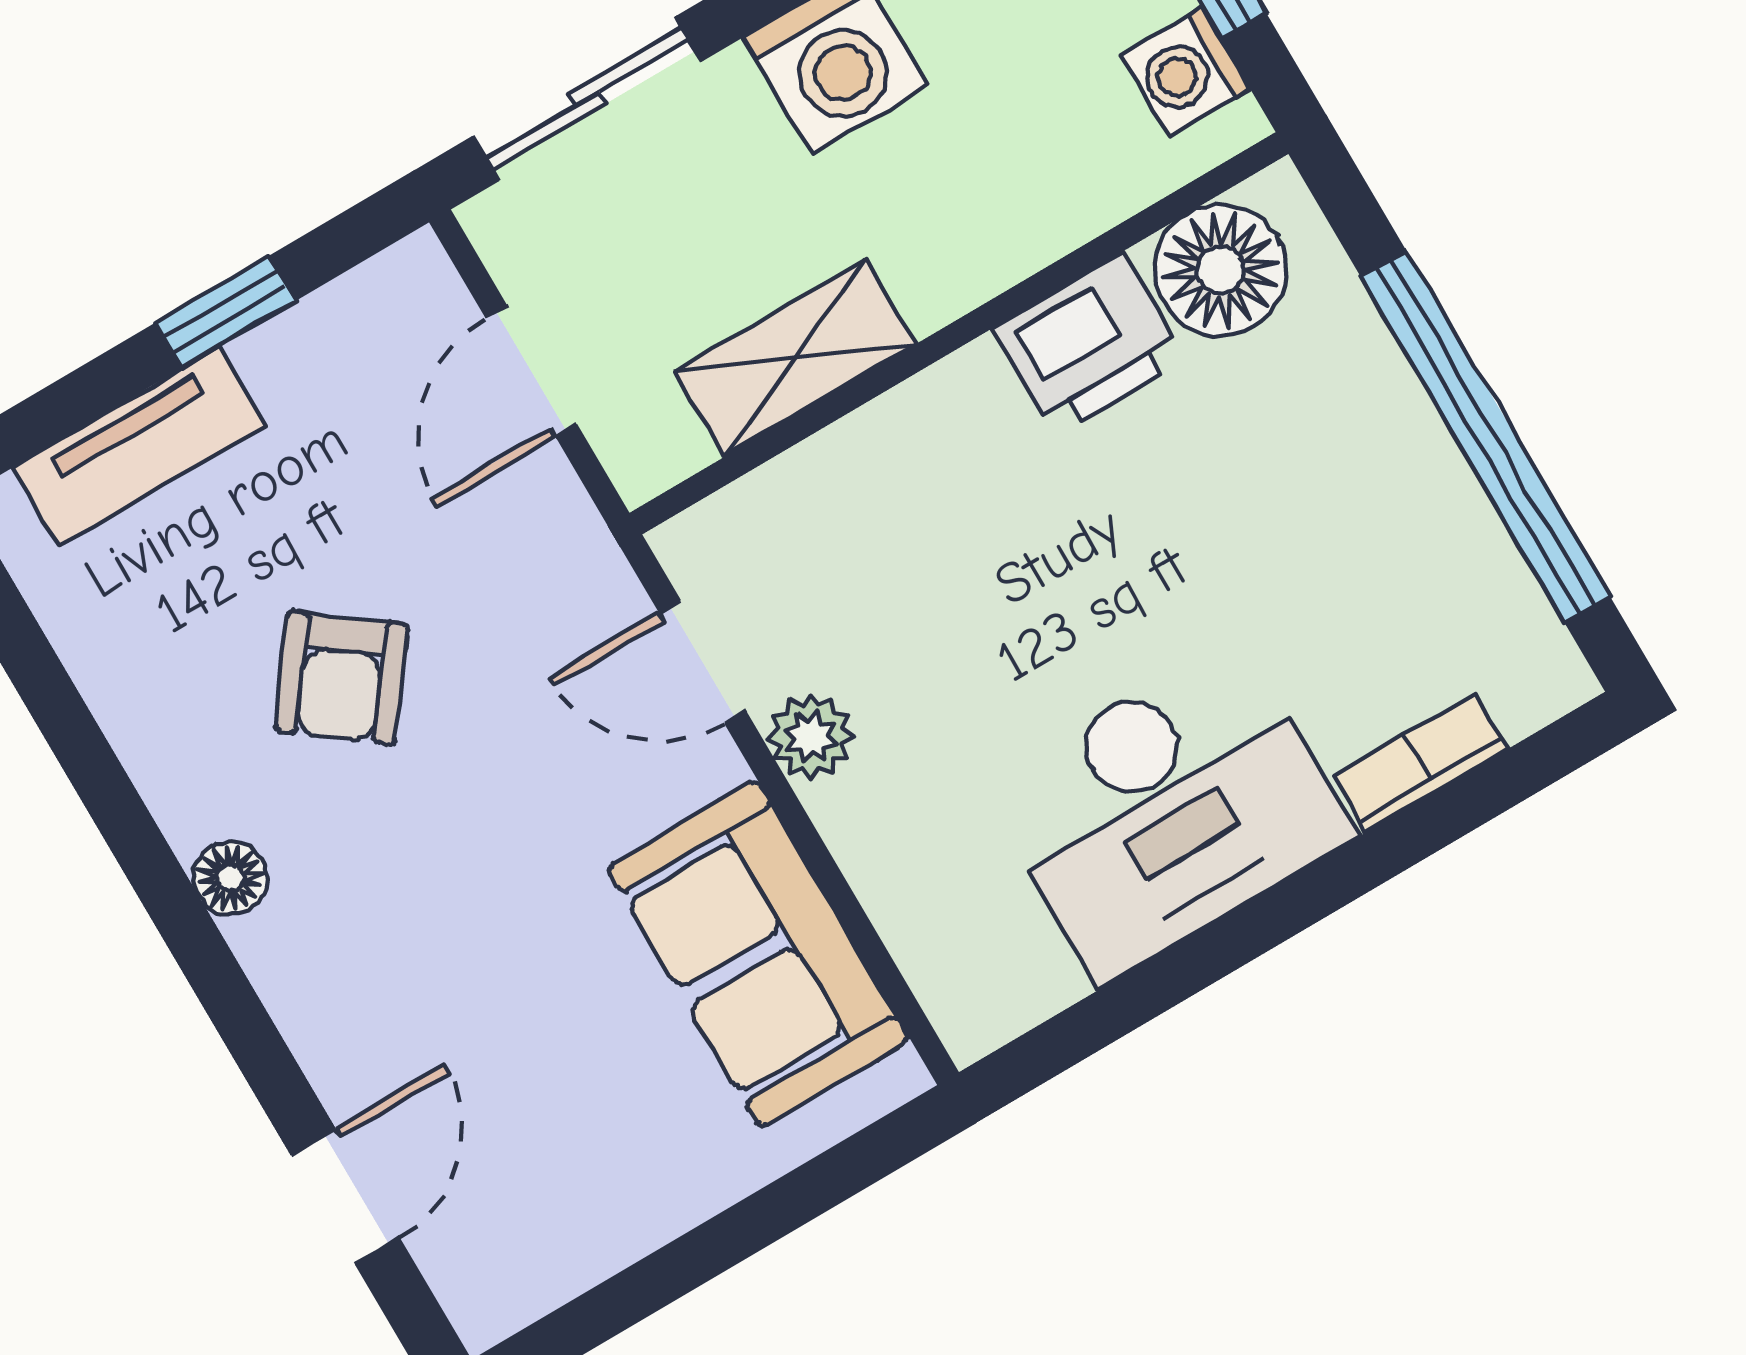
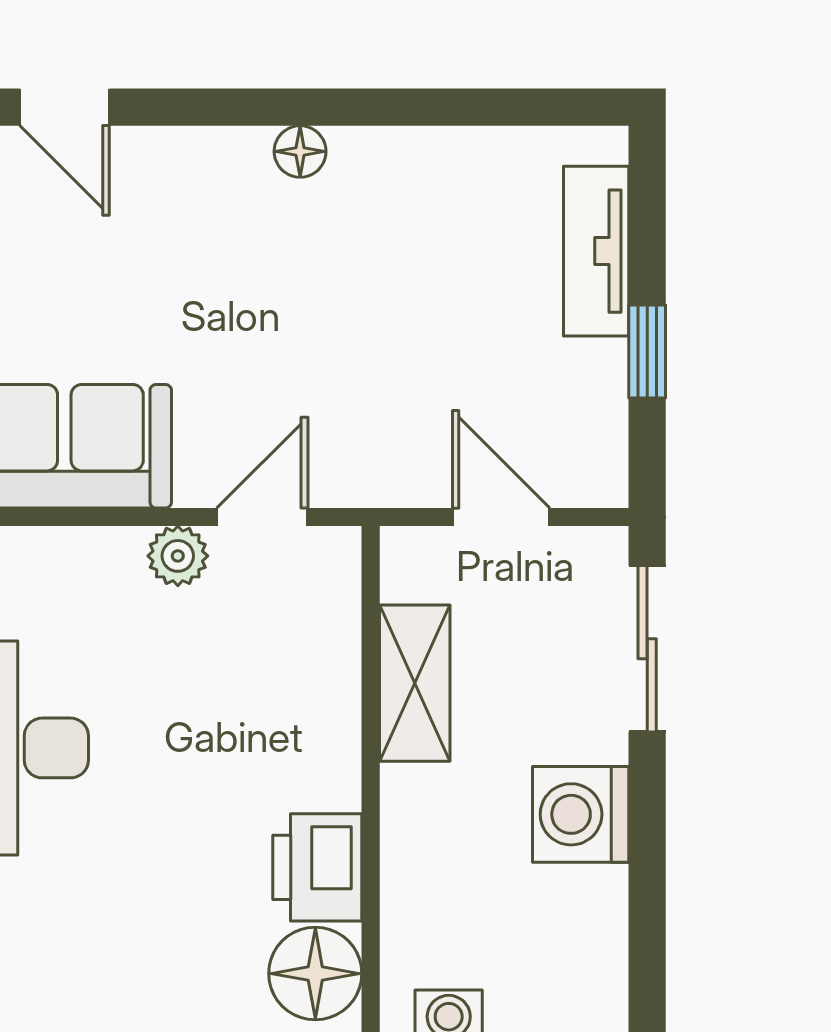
armchair: (341, 678) -> (382, 291), removed

